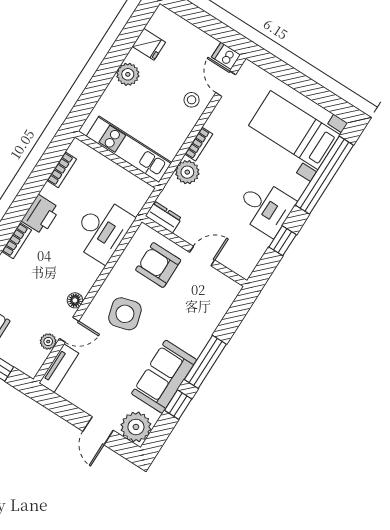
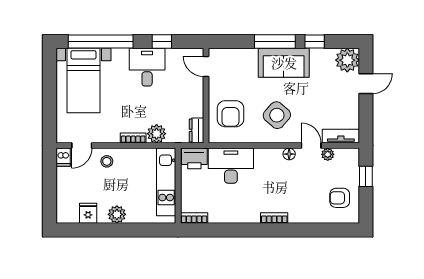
bookcase: (62, 170) -> (194, 218), moved
printer: (41, 215) -> (194, 158), moved, turned 180
door: (202, 256) -> (206, 67), moved
side table: (125, 314) -> (277, 115), turned -33
sofa: (164, 377) -> (284, 63), moved

